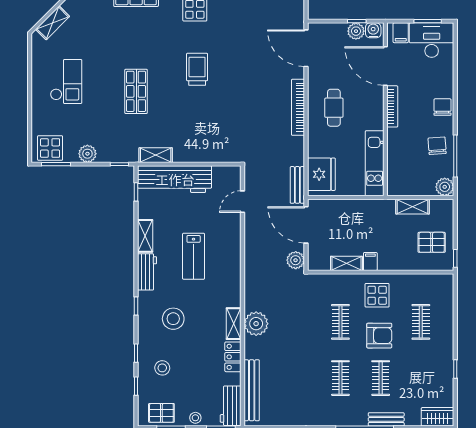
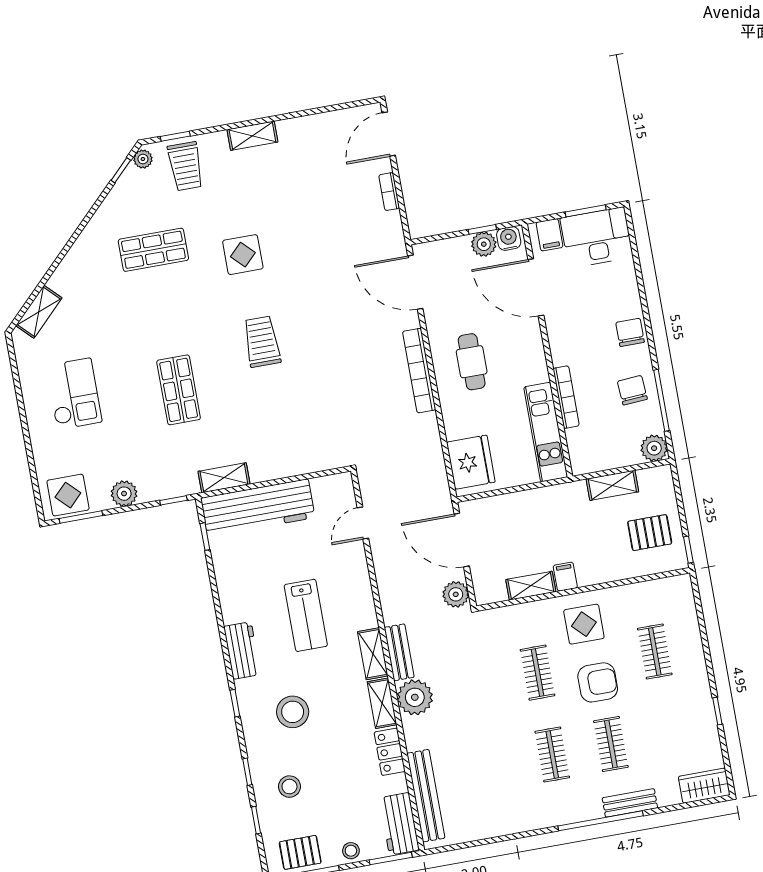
bookcase: (392, 106) -> (566, 397), moved
bench: (297, 185) -> (399, 652), moved
shelving: (145, 236) -> (373, 654), moved

